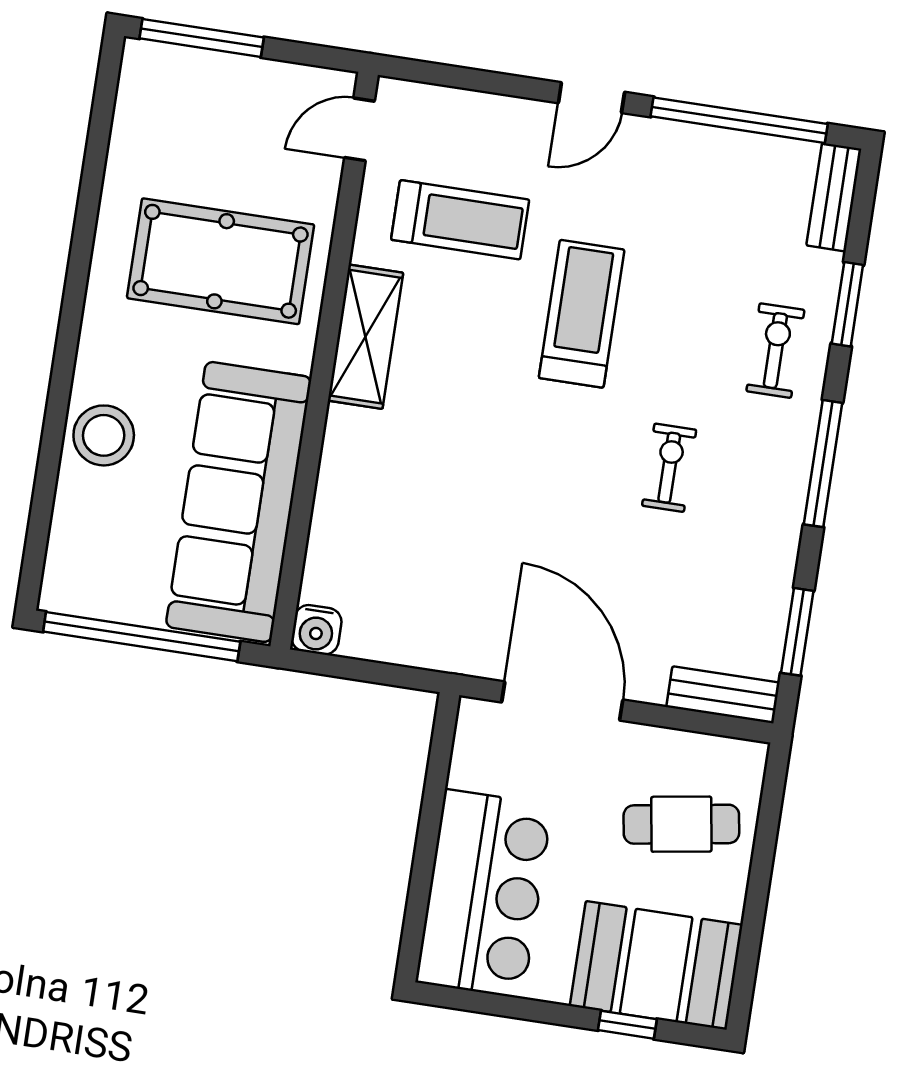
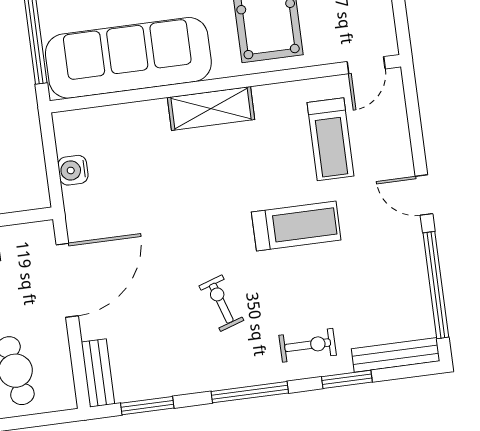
door: (359, 129) -> (366, 65), swing flipped
bench: (834, 197) -> (396, 355), width x1.36
shelving: (365, 337) -> (211, 108), moved
exercise bike: (669, 468) -> (221, 303), turned -108
water cooler: (316, 630) -> (73, 170), moved

